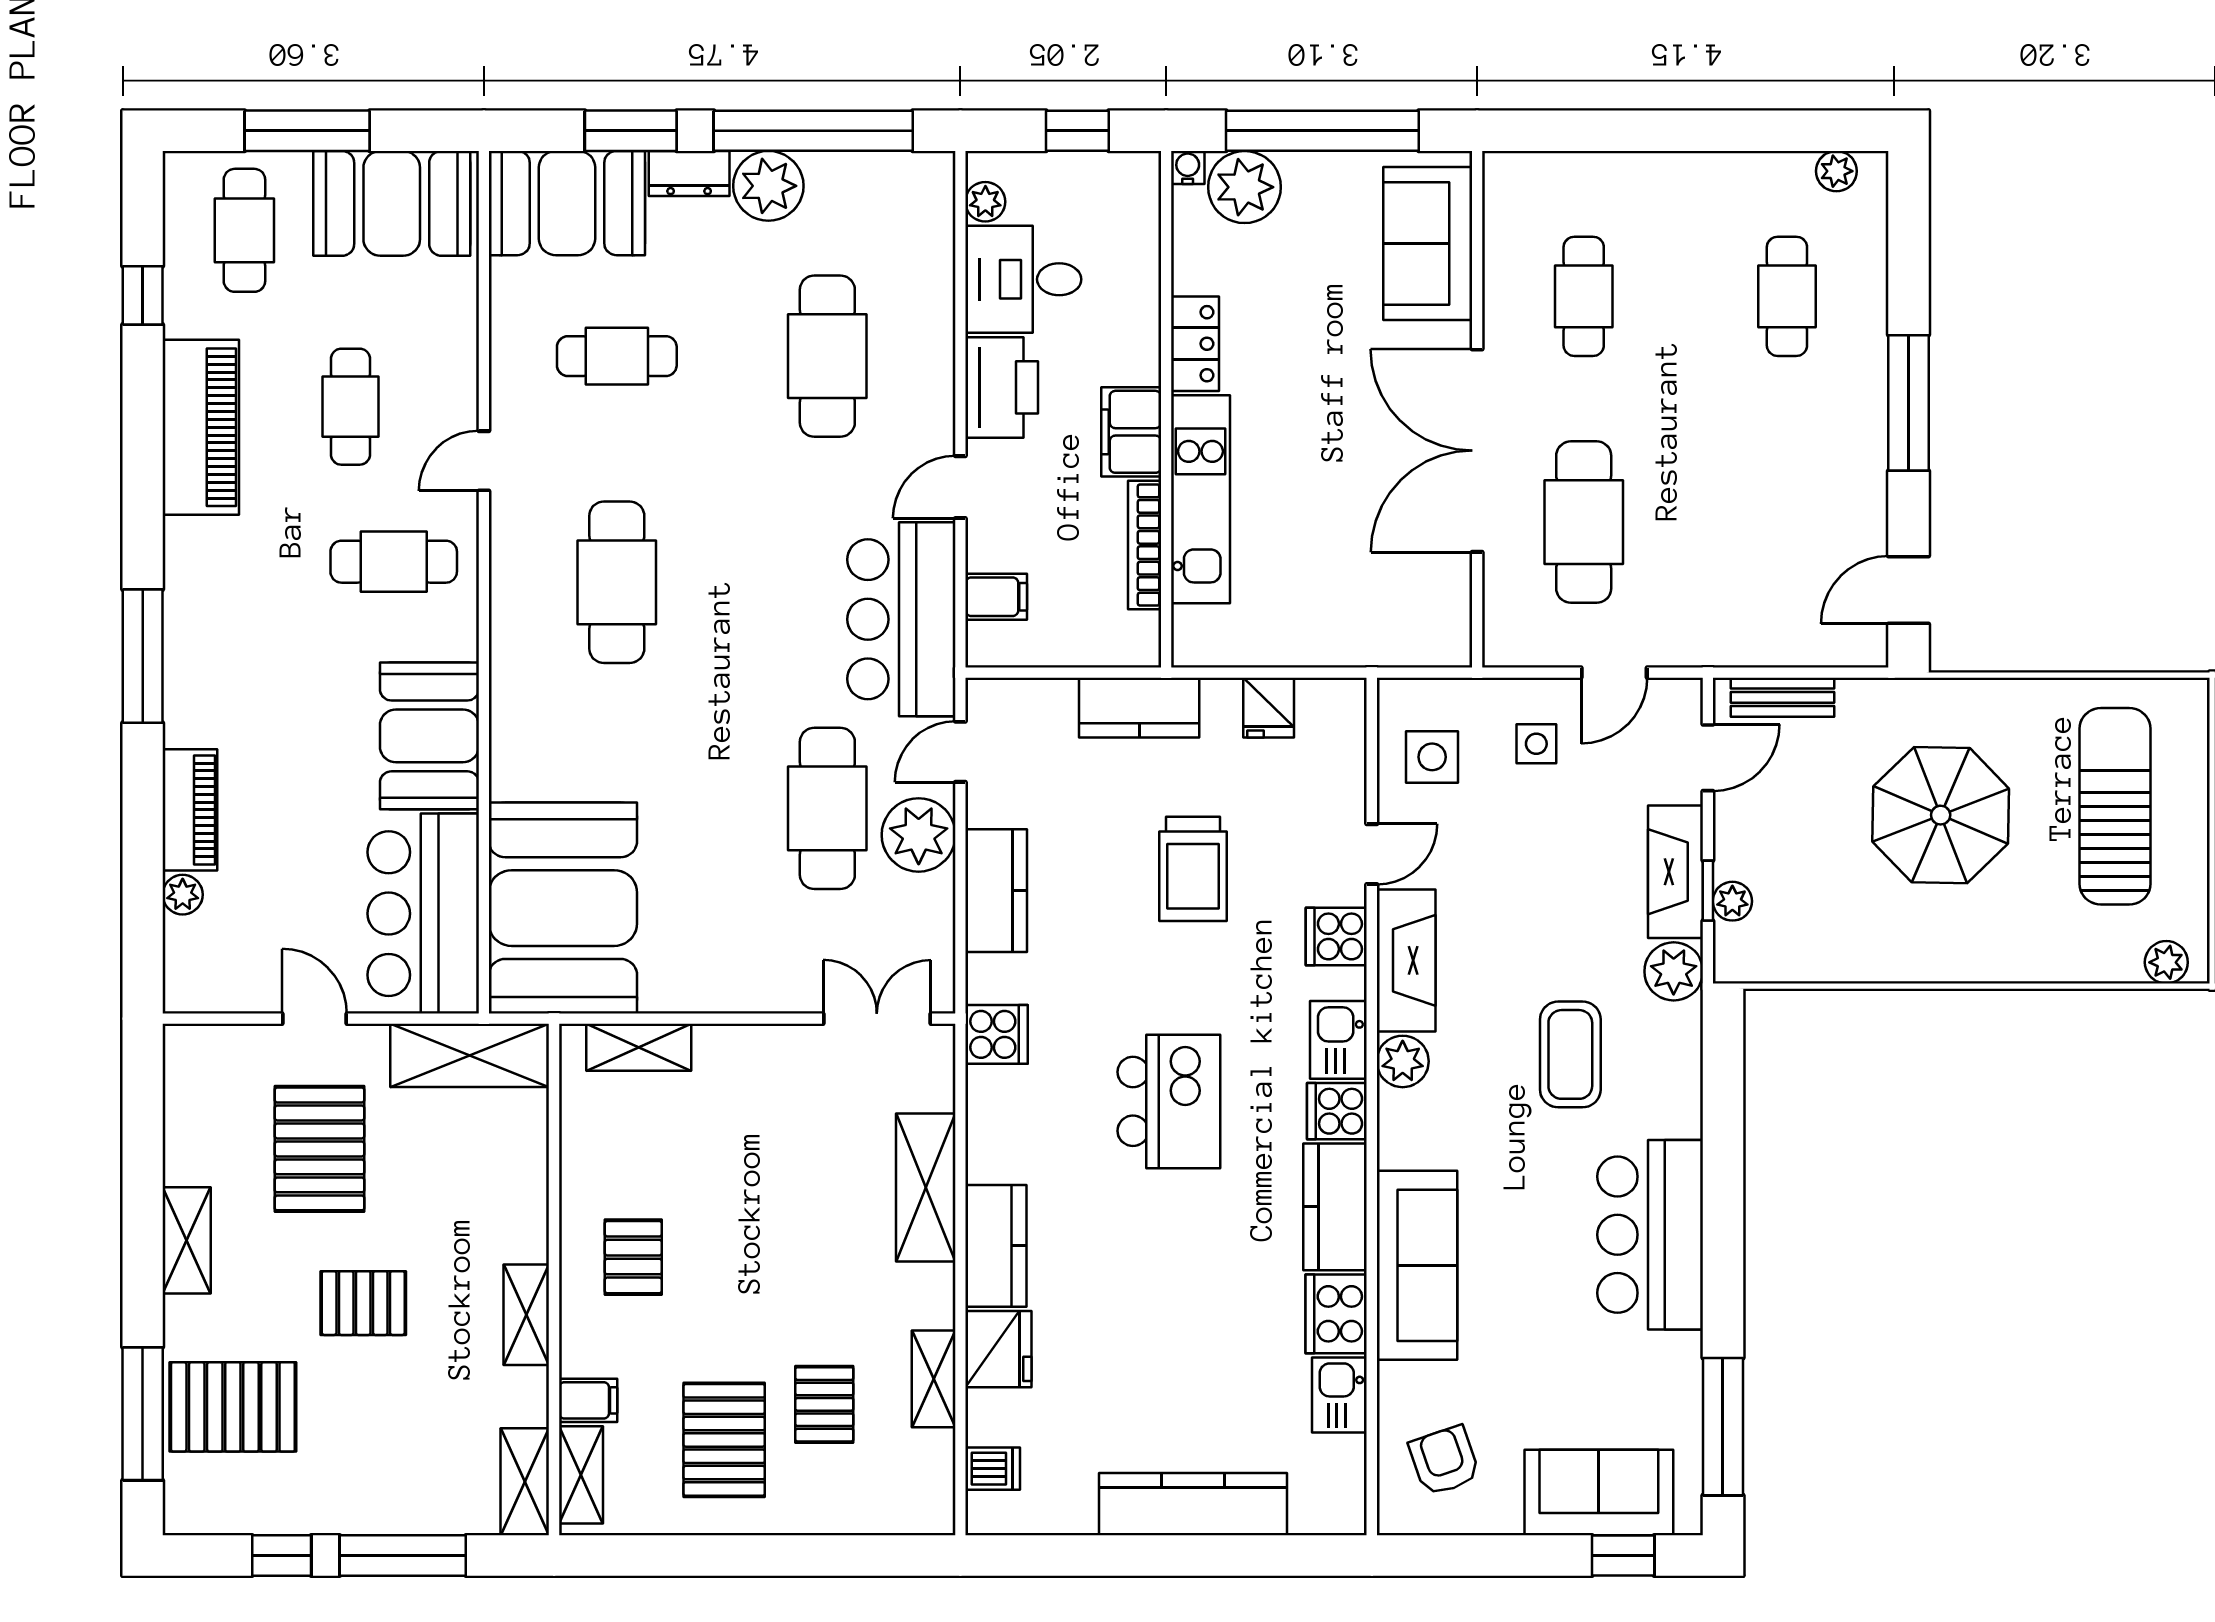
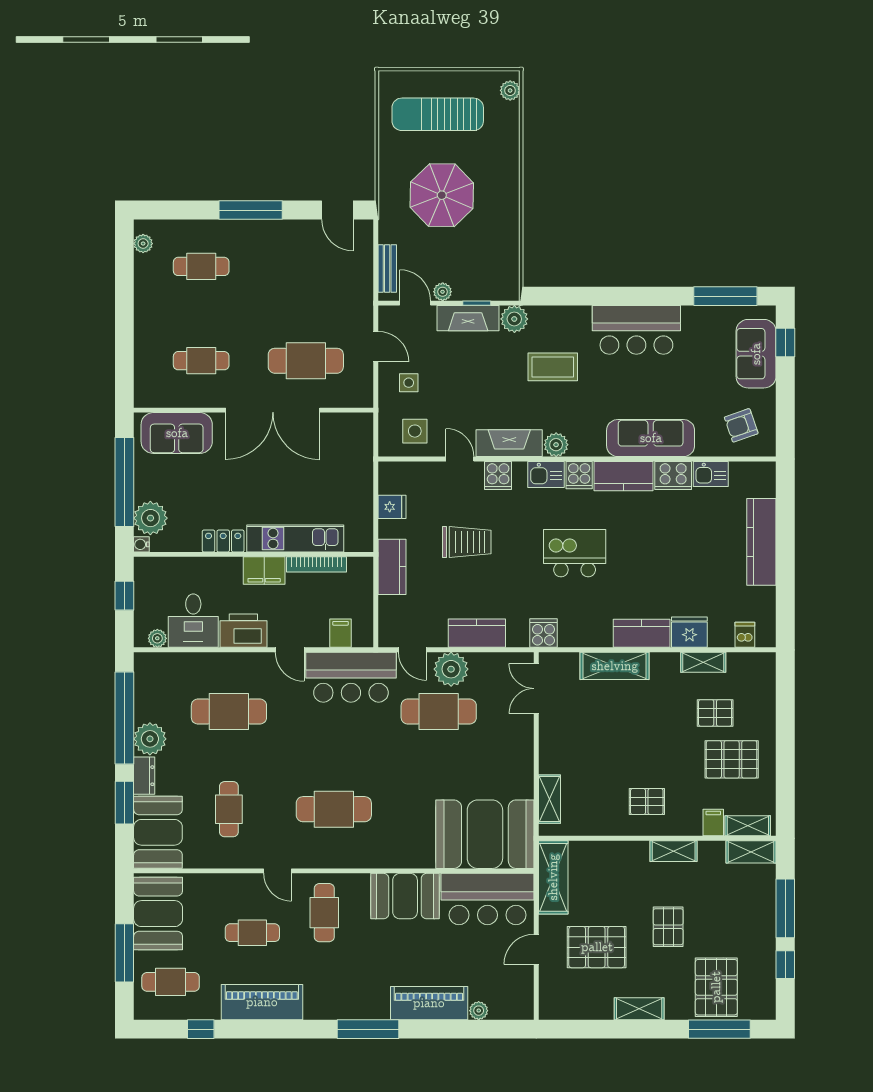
piano: (190, 810) -> (429, 1003), width x1.37, depth x1.33
plant: (1732, 901) -> (443, 292), moved

